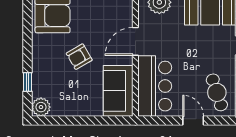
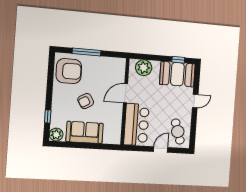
sofa: (118, 91) -> (85, 132), moved, turned 90
door: (193, 120) -> (161, 150), hinge flipped

